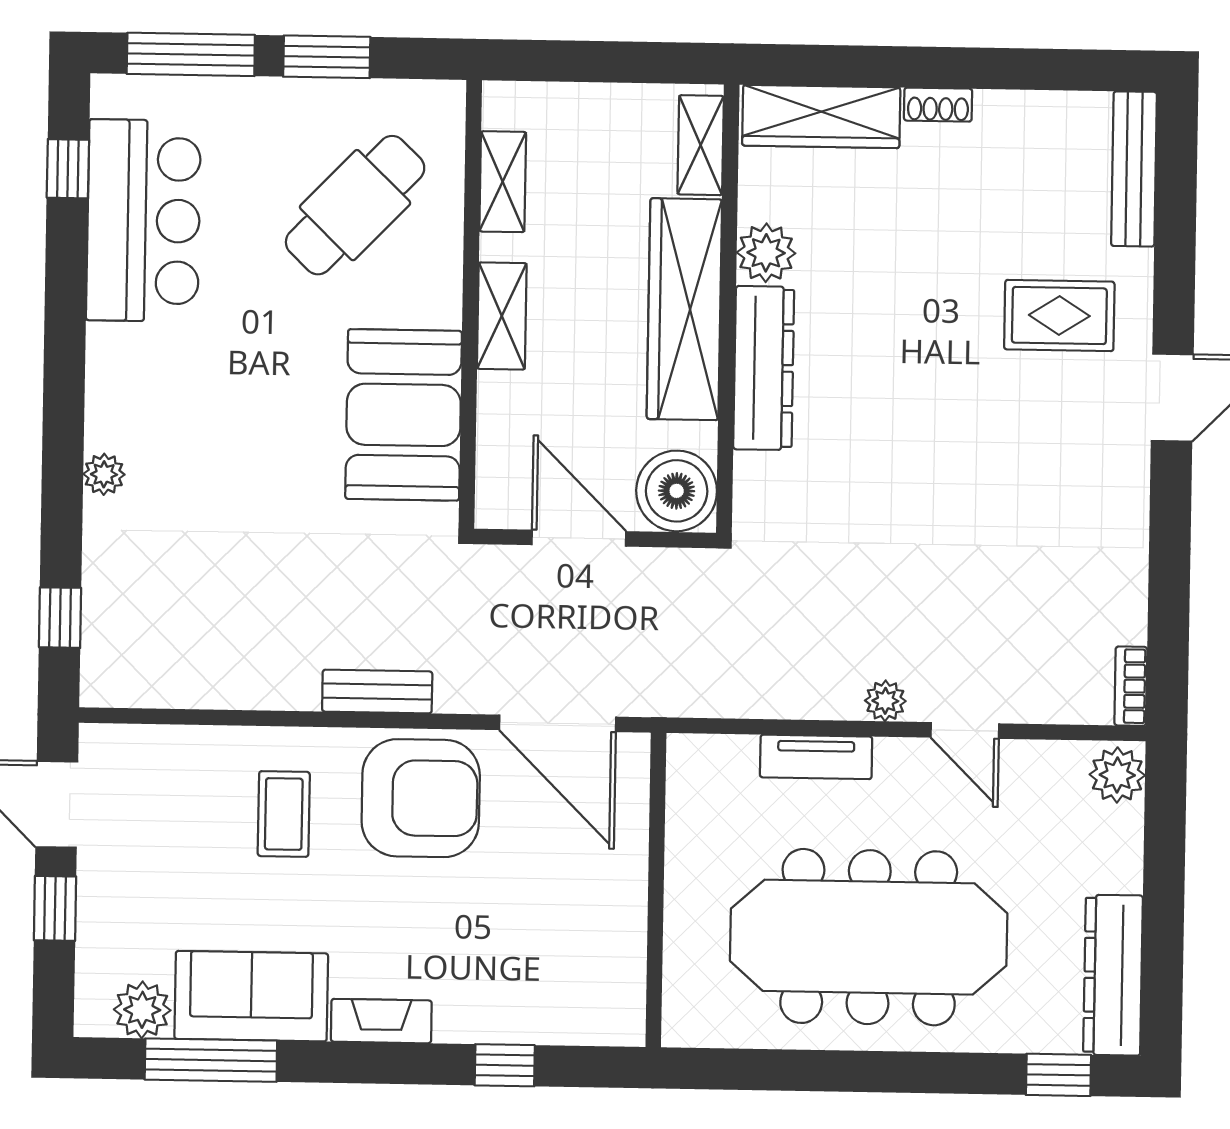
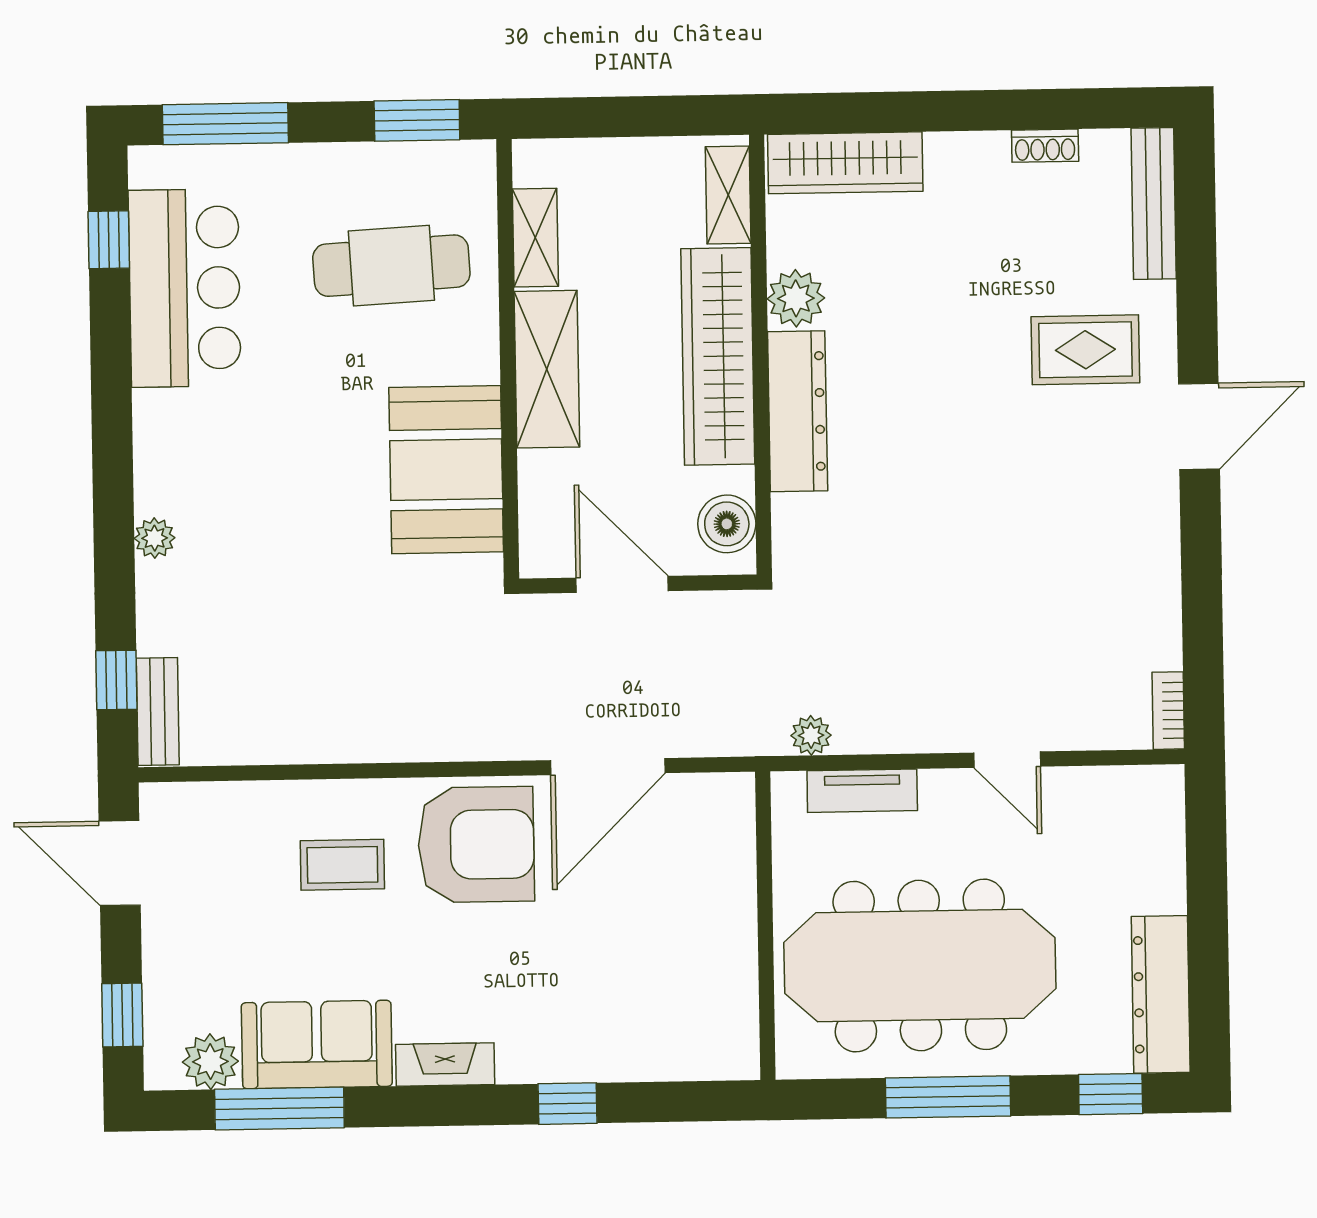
window: (327, 57) -> (417, 120), moved
shoe rack: (938, 105) -> (1045, 146), moved
cafe table: (355, 205) -> (391, 266), turned 43
shelving: (502, 316) -> (547, 369), width x1.50, depth x1.33
boiler: (677, 491) -> (727, 524), width x0.73, depth x0.73
bench: (377, 692) -> (158, 711), moved, turned 90
plant: (885, 701) -> (811, 735), moved
door: (558, 723) -> (608, 767), hinge flipped
plant: (1117, 775) -> (1158, 798), removed
coffee table: (284, 814) -> (342, 865), turned 90
wall: (656, 890) -> (765, 926), moved
window: (55, 908) -> (122, 1015), moved
window: (893, 1072) -> (948, 1097), added

